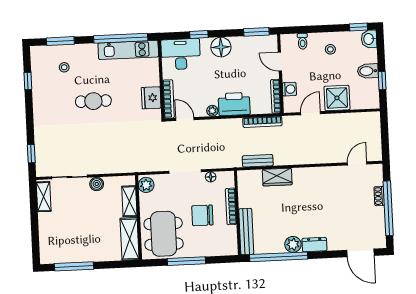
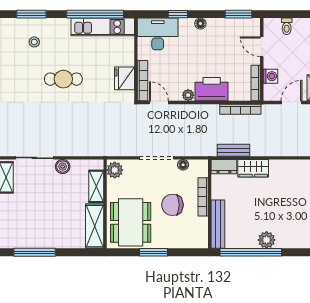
floor lamp: (221, 47) -> (200, 24), width x0.53, depth x0.53
dresser: (314, 245) -> (224, 167), moved, turned 180
window: (186, 261) -> (153, 252), width x0.69

